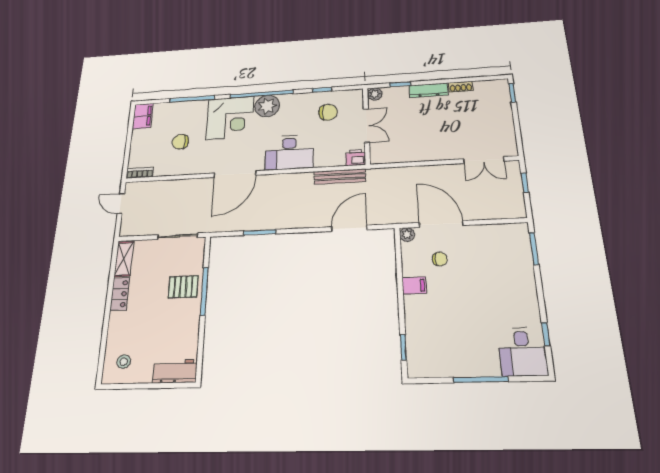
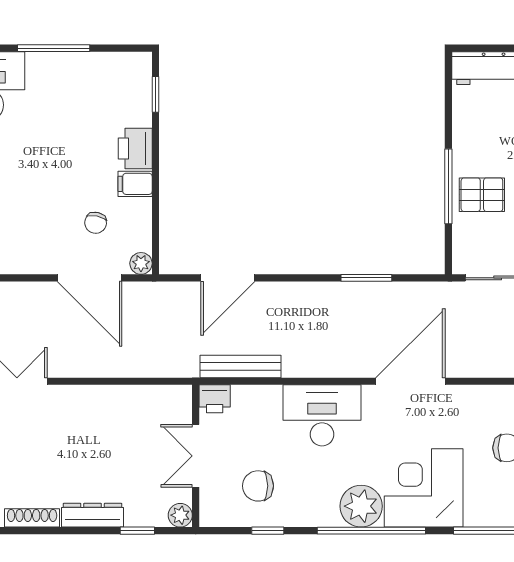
shoe rack: (461, 87) -> (32, 518), width x1.43
chair: (440, 259) -> (96, 223), turned -78
printer: (416, 309) -> (135, 149), added

